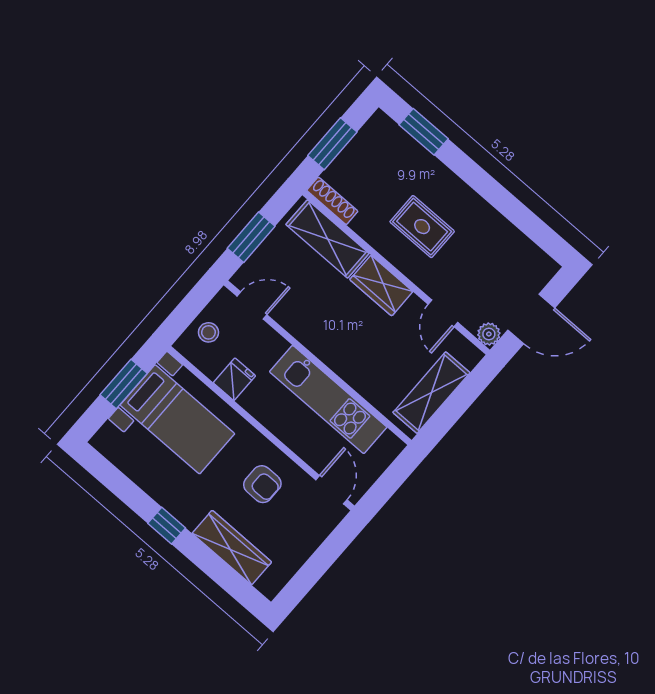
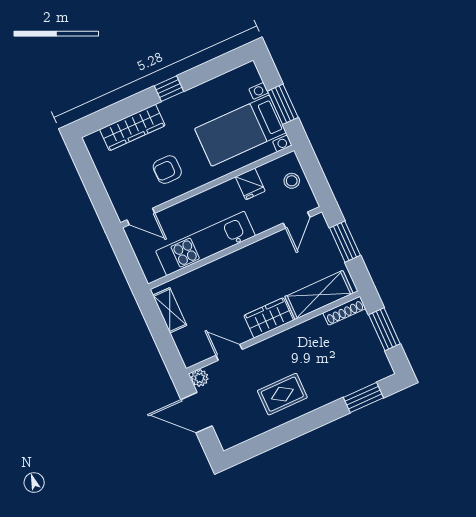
rug: (422, 227) -> (282, 394), moved
door: (531, 319) -> (197, 413), hinge flipped
shelving: (431, 393) -> (170, 310), width x0.67, depth x0.75

